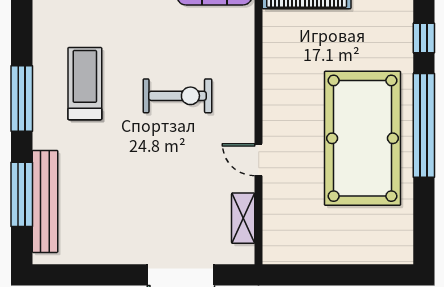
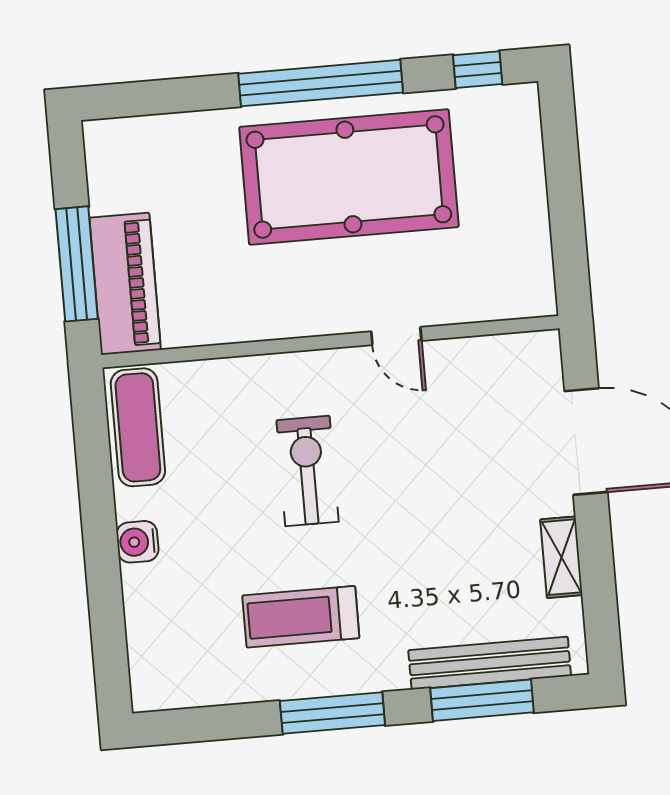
window: (424, 38) -> (478, 70), moved
door: (259, 160) -> (396, 336), hinge flipped
shelving: (243, 218) -> (561, 557), moved, turned 90

